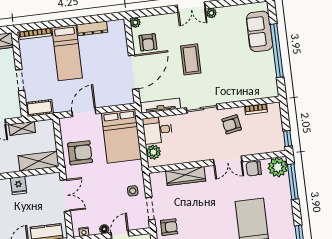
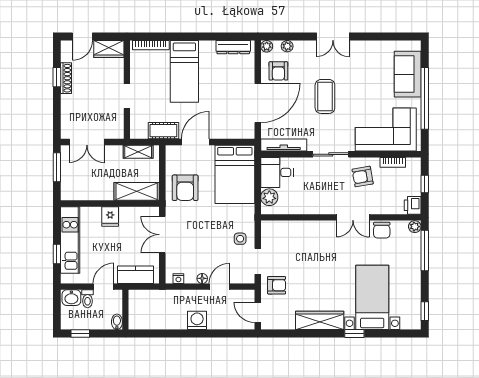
plant: (211, 13) -> (287, 46), moved
dresser: (92, 28) -> (233, 47), moved
corner sofa: (247, 82) -> (386, 130), added
cot: (40, 108) -> (163, 131), moved
shelving: (22, 128) -> (138, 152), moved
window: (288, 138) -> (425, 184), moved
printer: (278, 144) -> (413, 205), added
armchair: (80, 153) -> (185, 188), turned 90
plant: (278, 167) -> (415, 227), width x0.53, depth x0.53
chair: (254, 169) -> (382, 230), turned -90
wardrobe: (186, 176) -> (303, 229), removed
double door: (65, 196) -> (162, 235), swing flipped

